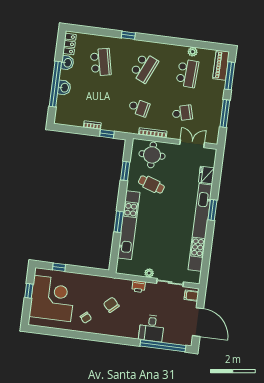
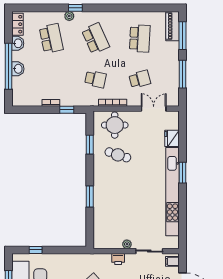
plant: (193, 52) -> (69, 16), moved
school desk: (144, 68) -> (95, 38), turned -48
kitchen unit: (129, 225) -> (100, 199), removed

